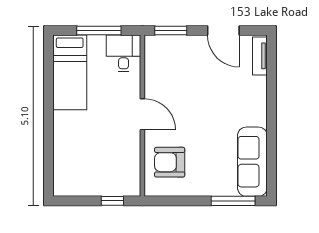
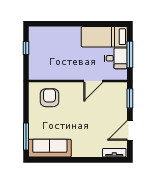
desk: (124, 53) -> (116, 58), moved
door: (142, 114) -> (93, 81), moved
window: (112, 201) -> (26, 48), moved

